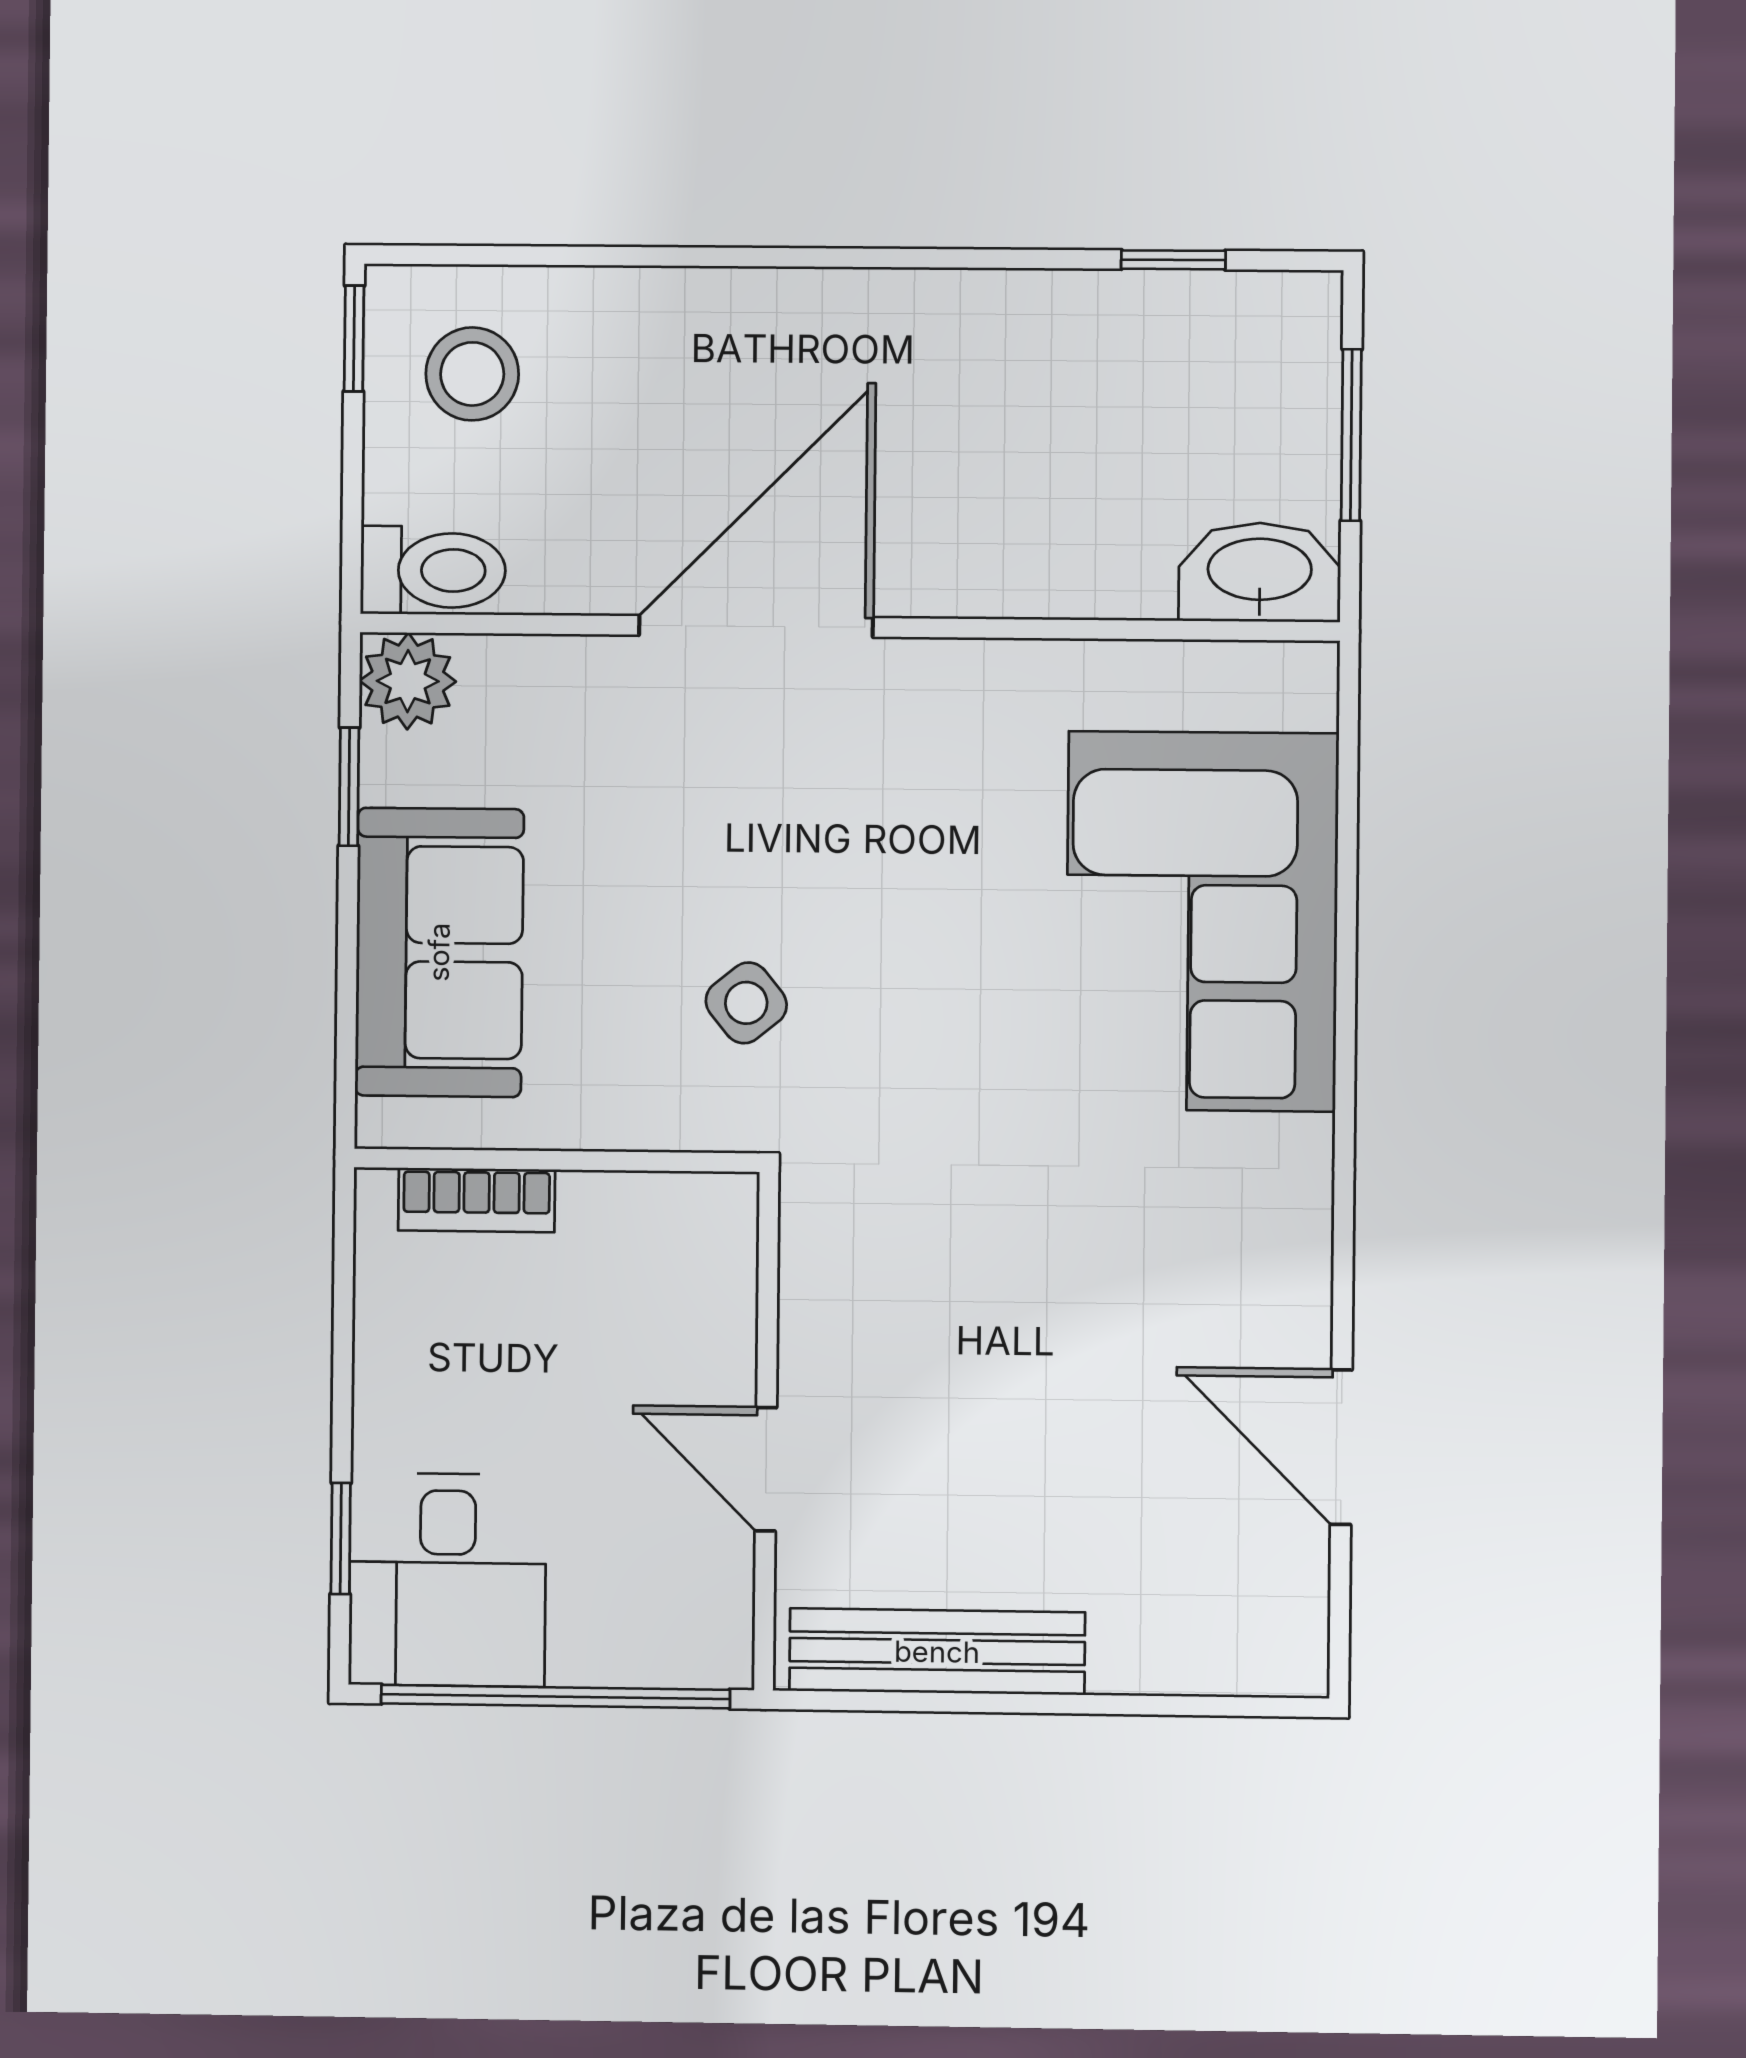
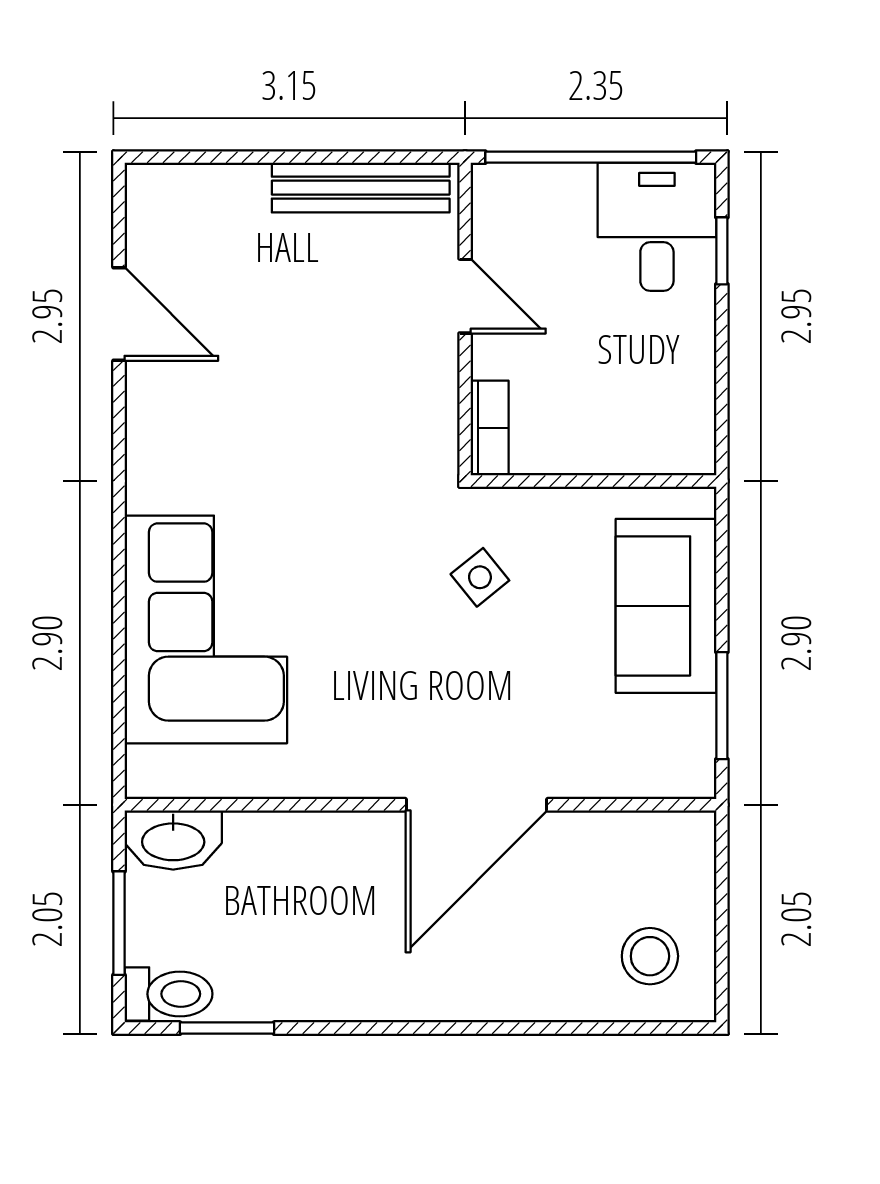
window: (1173, 260) -> (227, 1028), width x1.50
window: (354, 338) -> (722, 977), removed
toilet: (433, 570) -> (168, 994), moved, turned 180
plant: (408, 681) -> (687, 770), removed
window: (349, 787) -> (722, 706), width x1.50
bookcase: (477, 1200) -> (490, 428), moved, turned 90

